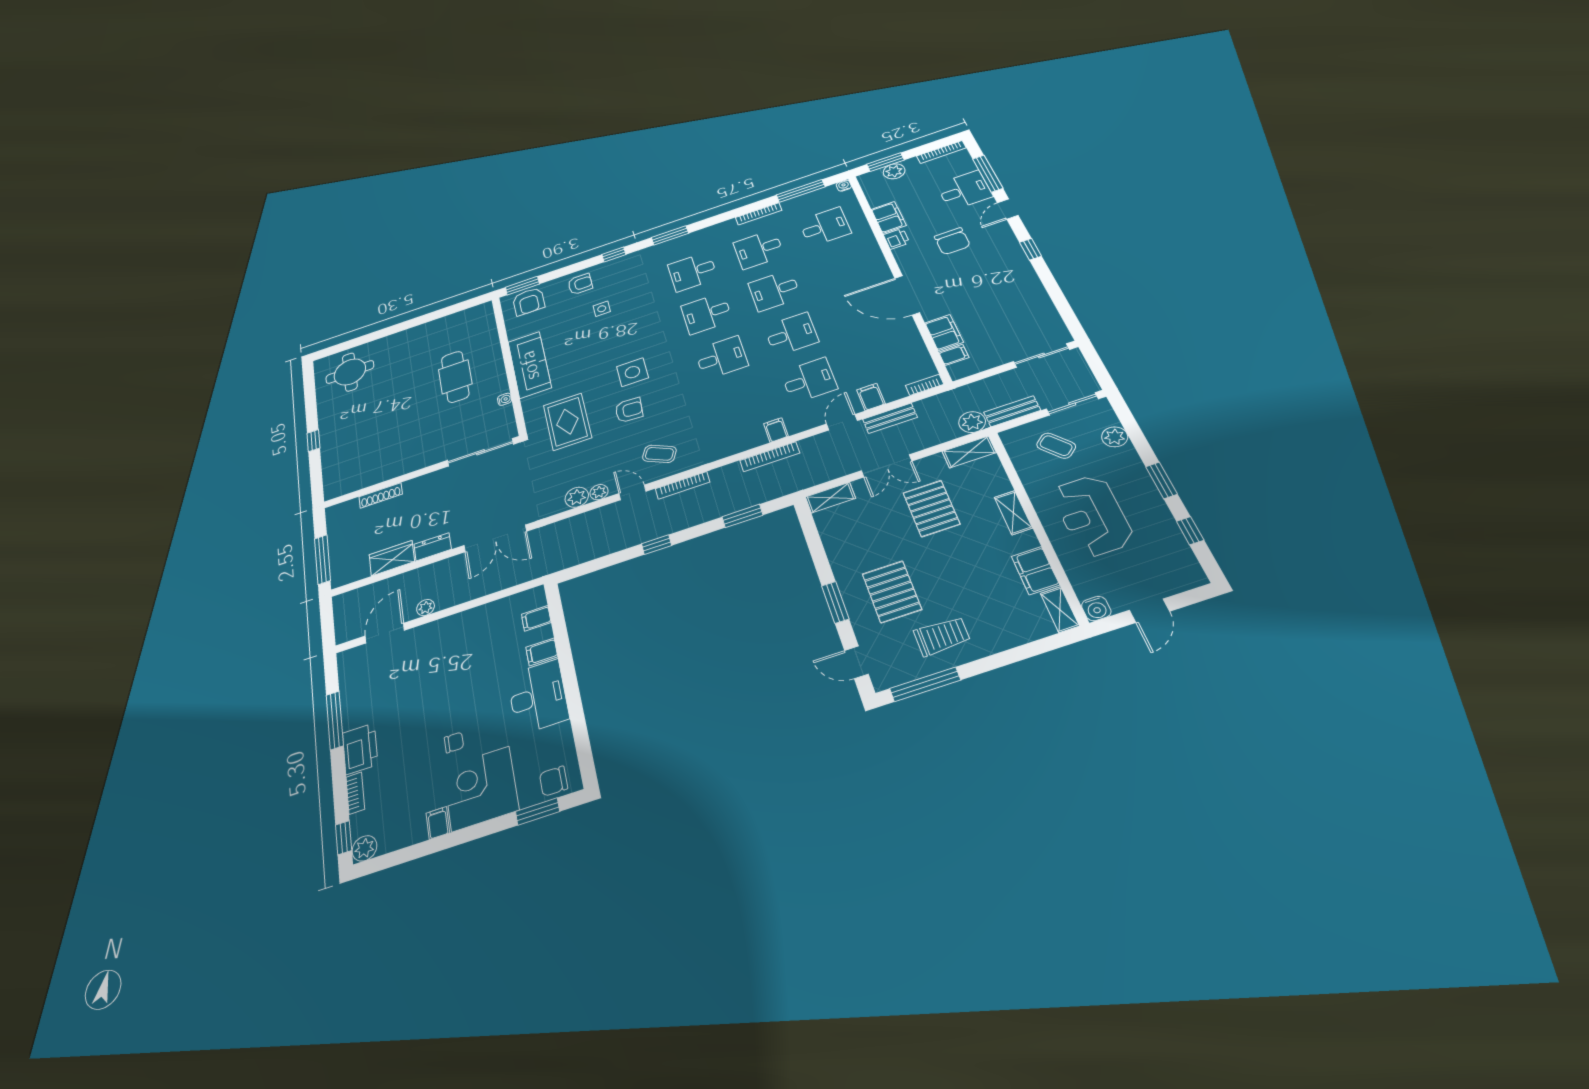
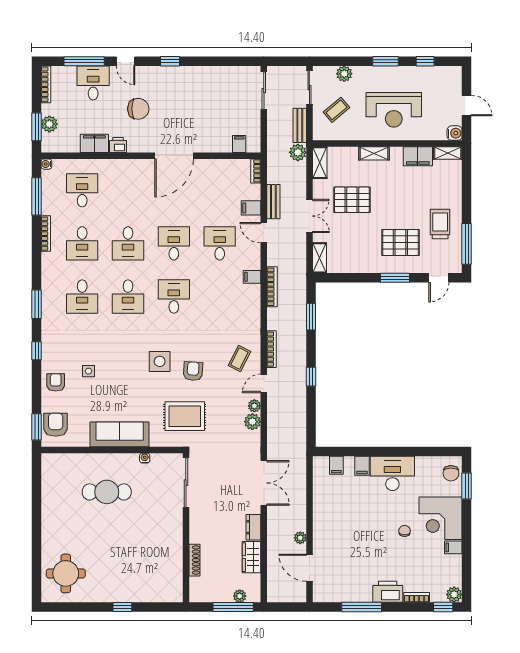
armchair: (529, 301) -> (56, 425), turned -90
filing cabinet: (944, 332) -> (218, 143), removed
plant: (338, 562) -> (240, 596), added

